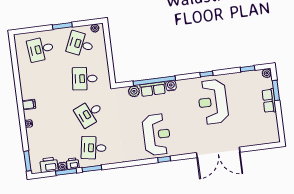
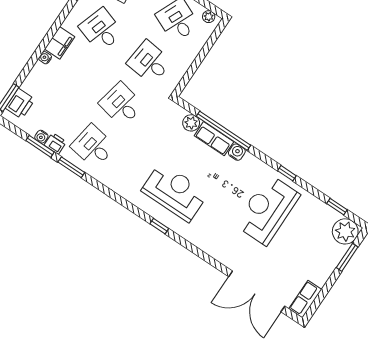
plant: (267, 73) -> (345, 231), width x1.88, depth x1.88
desk: (45, 84) -> (101, 30), added
row of seats: (269, 101) -> (305, 299), moved
filing cabinet: (29, 105) -> (60, 43), width x2.00
desk: (89, 113) -> (121, 104), turned 36
reception desk: (157, 135) -> (175, 192), turned -90
double door: (218, 152) -> (257, 291), moved
printer: (49, 165) -> (20, 104), moved, turned 90

